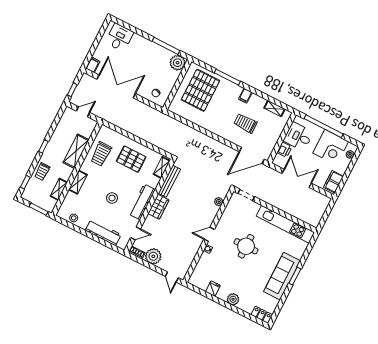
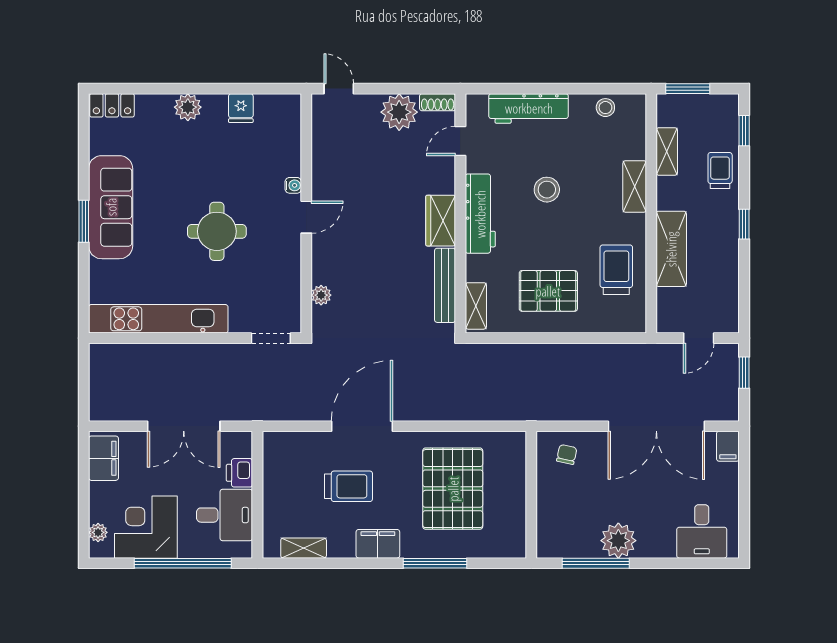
plant: (178, 63) -> (618, 541), moved
pallet: (200, 90) -> (453, 489), moved
filing cabinet: (245, 96) -> (378, 544), width x2.00
door: (252, 155) -> (362, 426), moved

